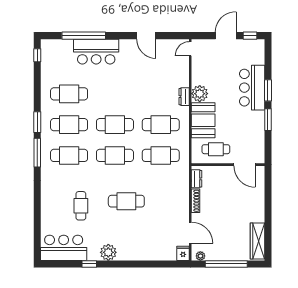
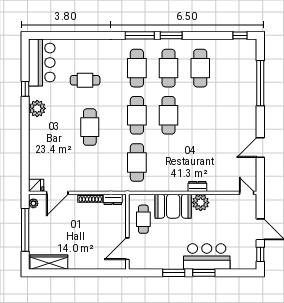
bar counter: (96, 52) -> (244, 96), removed
cafe table: (161, 125) -> (169, 162), removed

